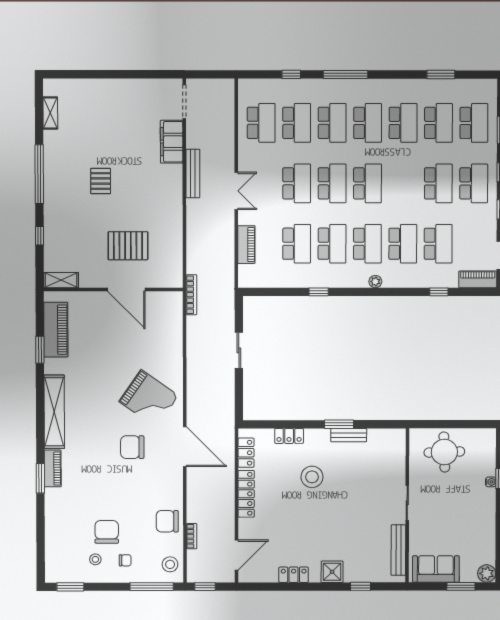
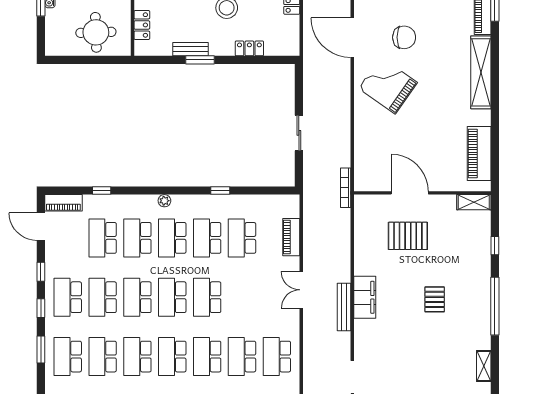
filing cabinet: (172, 142) -> (365, 297), moved
school desk: (297, 183) -> (137, 297), moved
window: (40, 350) -> (495, 133), removed
locker: (246, 453) -> (142, 25), moved, turned 180

